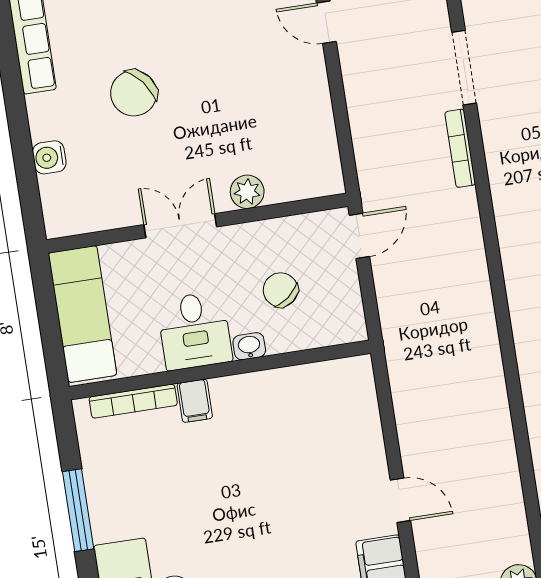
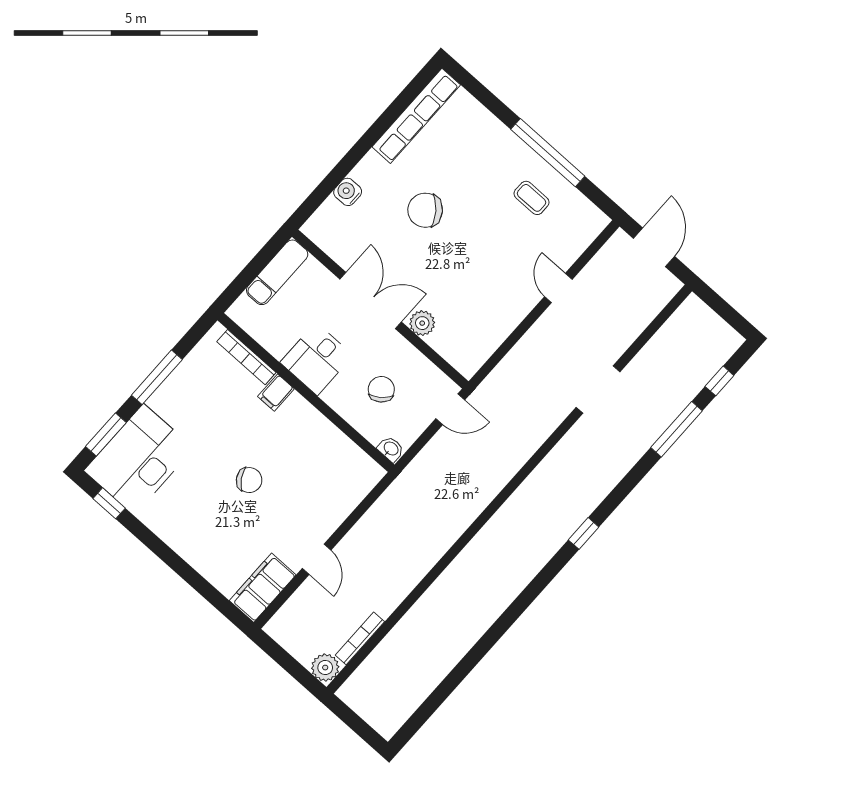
bookcase: (460, 148) -> (360, 638), moved
double door: (180, 226) -> (371, 301), width x1.37
exam couch: (82, 314) -> (277, 272), width x0.73, depth x0.69
washbasin: (249, 346) -> (391, 449), moved
chair: (262, 502) -> (249, 480), added

